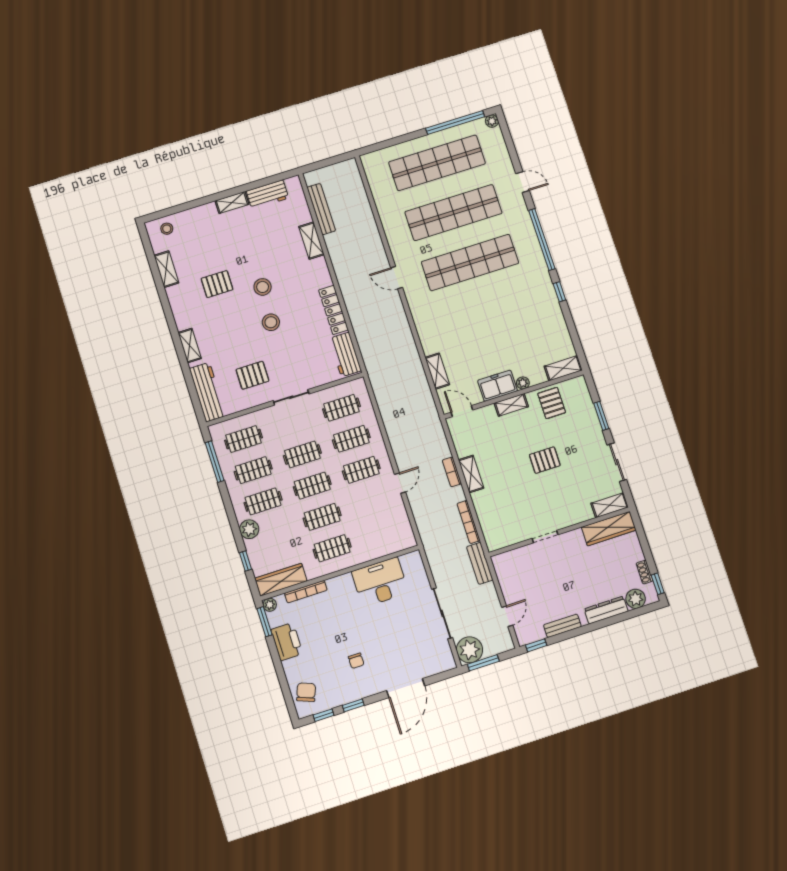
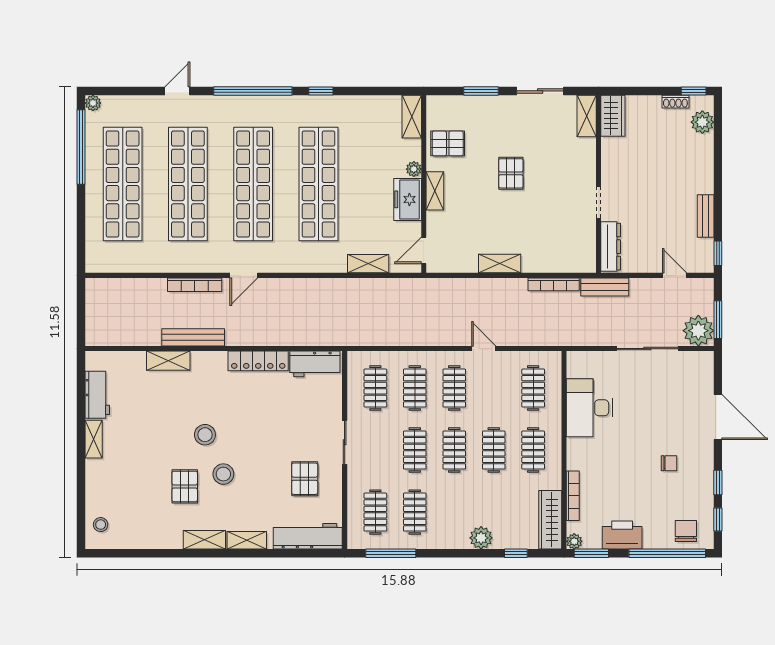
bench: (321, 209) -> (193, 337), moved
shelving: (166, 269) -> (204, 540), moved
shop shelf: (487, 313) -> (319, 184), added
stool: (271, 322) -> (223, 474), moved
bookcase: (452, 472) -> (195, 285), moved, width x1.56
clothes rail: (263, 501) -> (533, 388), moved
wardrobe: (609, 529) -> (613, 116), width x0.67
dresser: (606, 610) -> (611, 247), moved, turned 180
window: (284, 683) -> (667, 553), added
chair: (306, 692) -> (686, 531), turned 69

